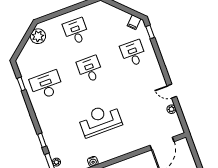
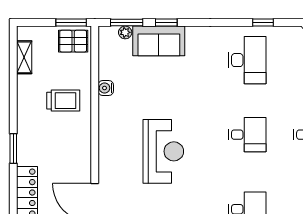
reception desk: (100, 120) -> (163, 151), moved
sofa: (54, 141) -> (159, 41), added

